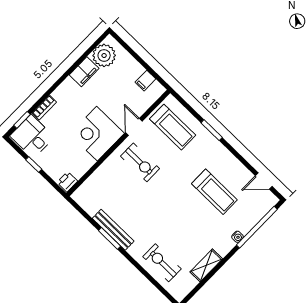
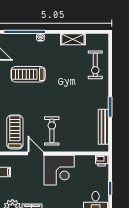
door: (134, 127) -> (36, 153), swing flipped
treadmill: (214, 192) -> (28, 74), turned -90
bench: (113, 230) -> (103, 127), moved

